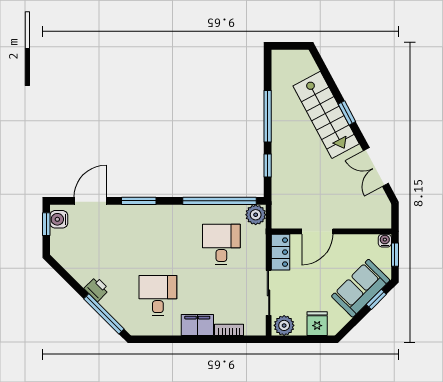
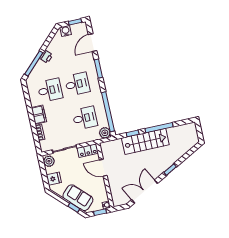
stairs: (326, 115) -> (145, 141), moved, turned -152
double door: (376, 167) -> (145, 192), width x1.37
door: (90, 201) -> (93, 43), swing flipped
water cooler: (59, 219) -> (66, 31), moved
desk: (158, 245) -> (77, 84), added

